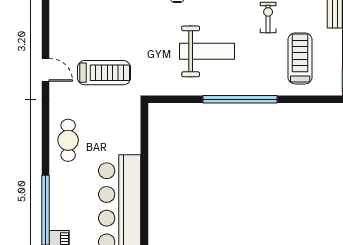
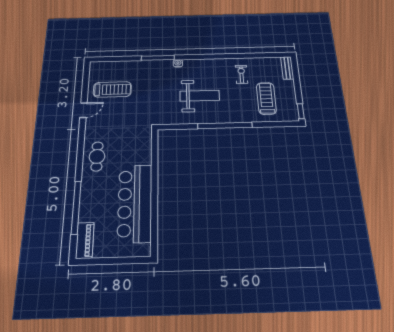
door: (45, 70) -> (83, 110), hinge flipped
treadmill: (104, 73) -> (112, 89), moved

